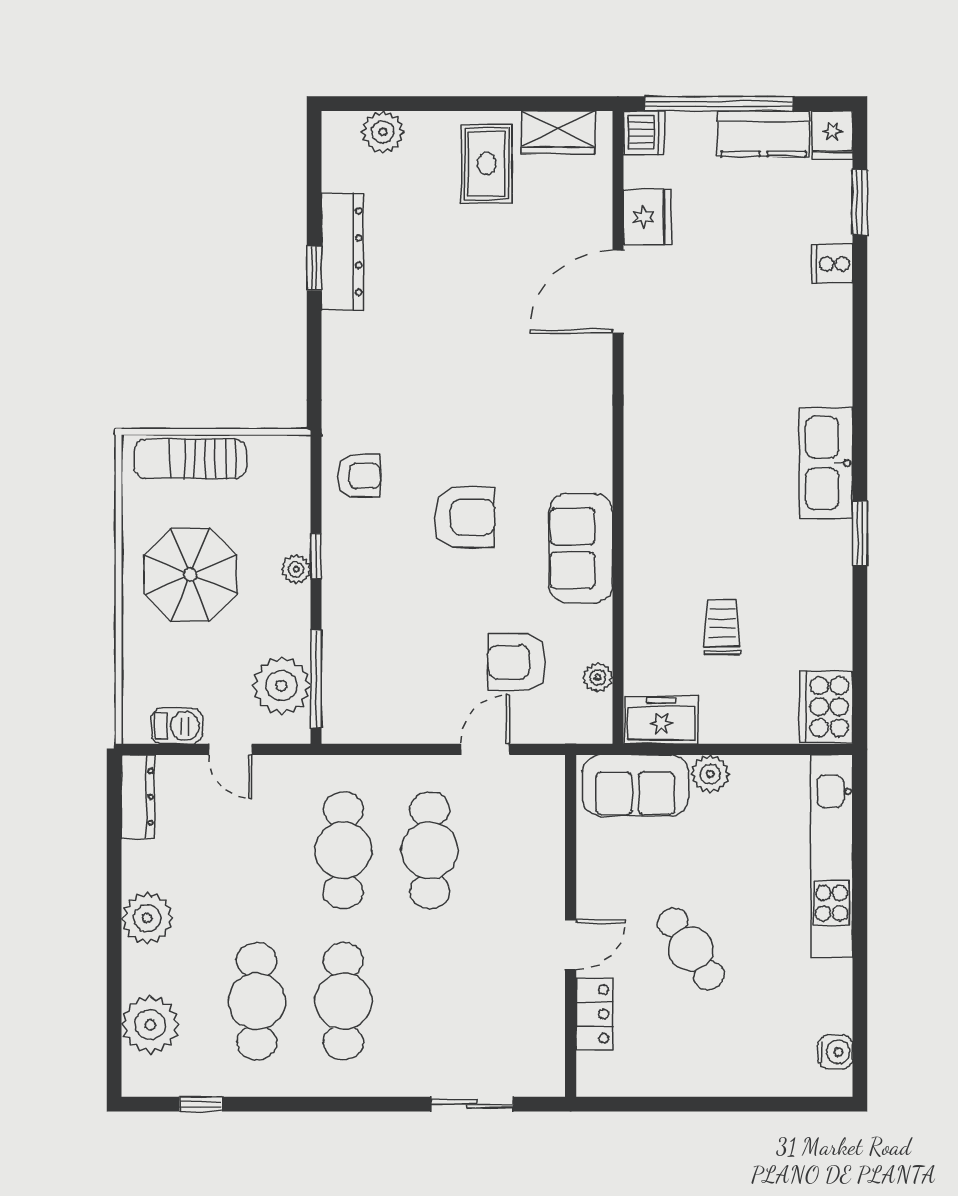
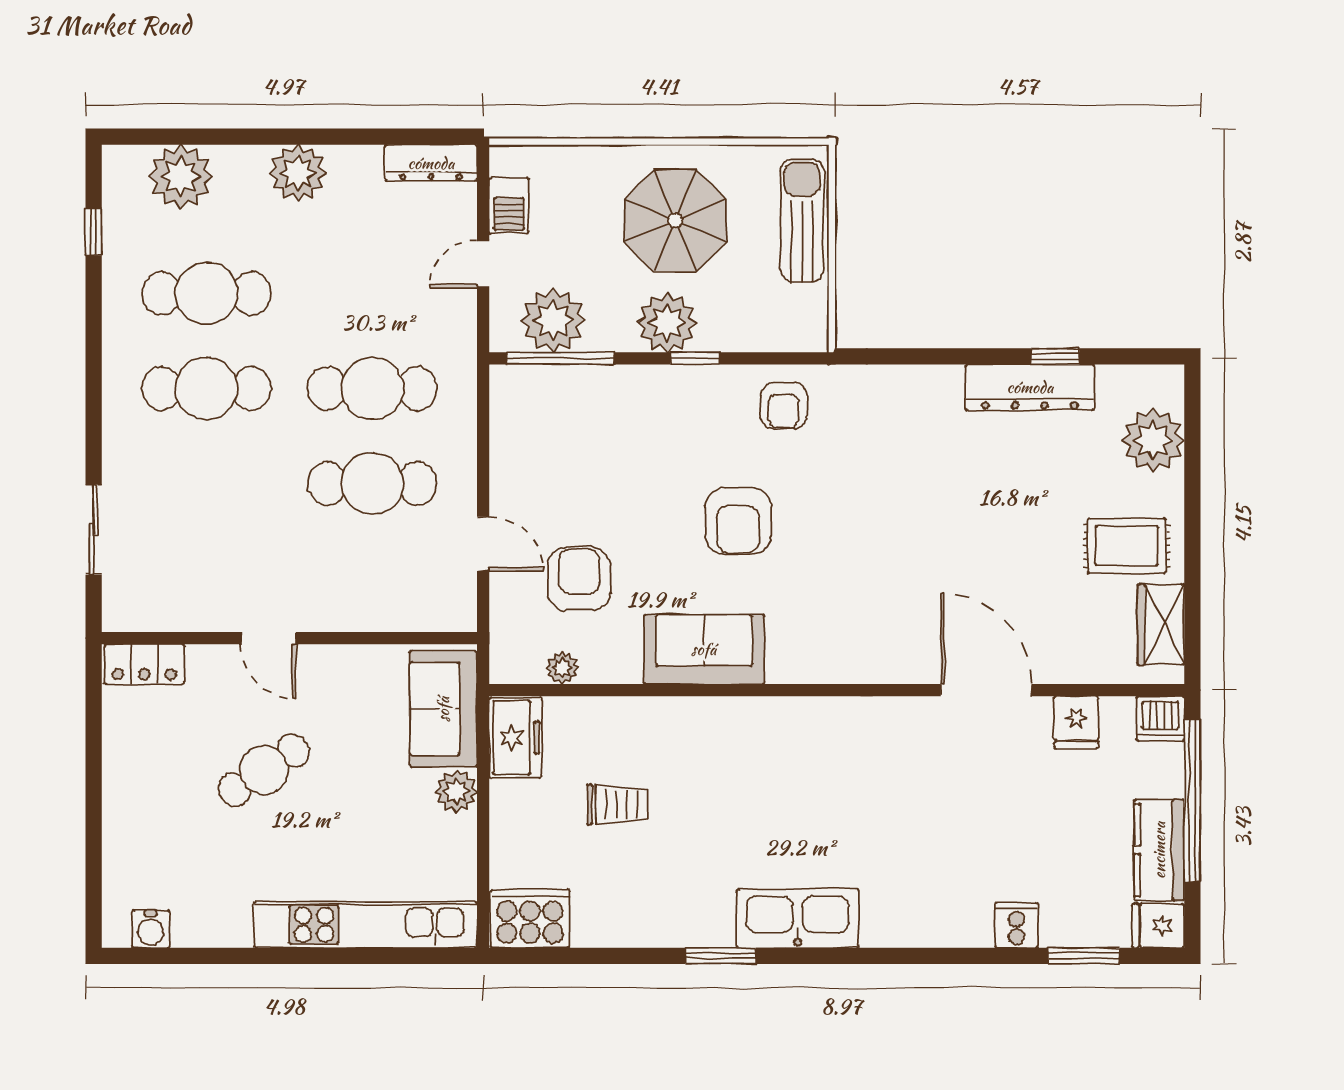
plant: (383, 132) -> (1153, 440), width x1.36, depth x1.36
fridge: (647, 217) -> (1076, 722), width x0.72
window: (314, 268) -> (1055, 356), moved
plant: (296, 569) -> (667, 323), width x1.88, depth x1.88
locker: (594, 1014) -> (144, 664), moved

